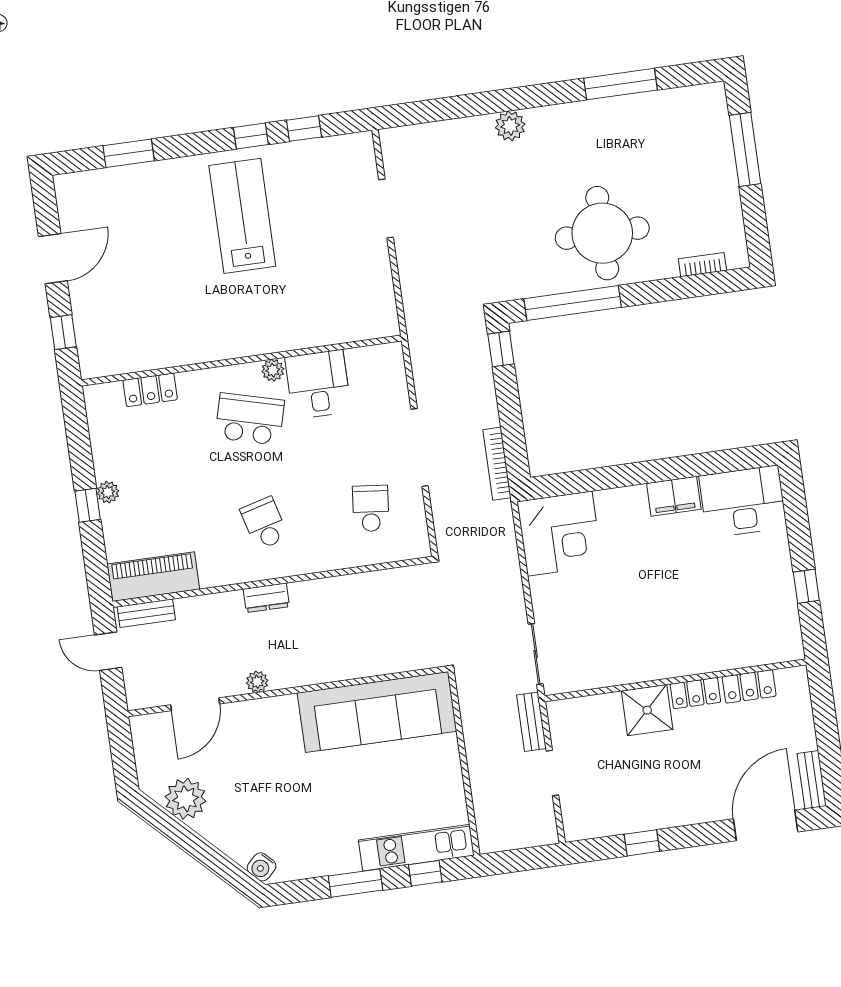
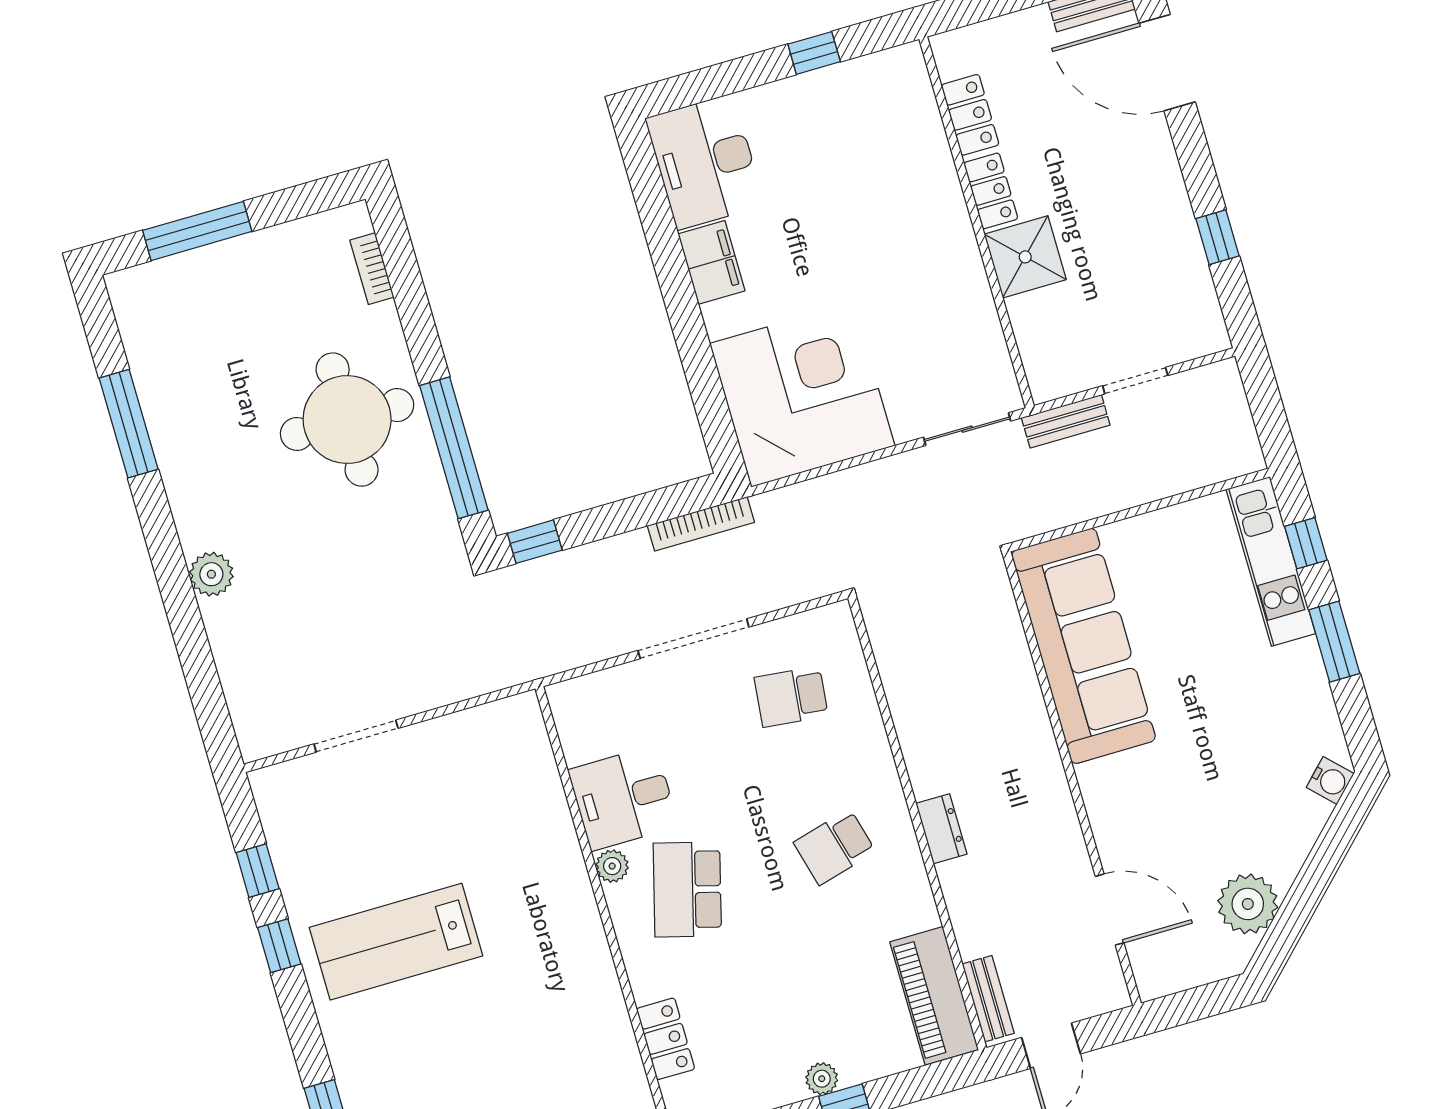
corner desk: (560, 534) -> (802, 395), width x1.36, depth x1.36
plant: (257, 682) -> (1064, 825), removed

